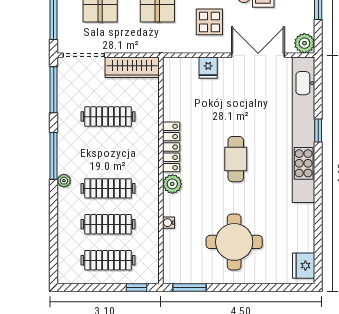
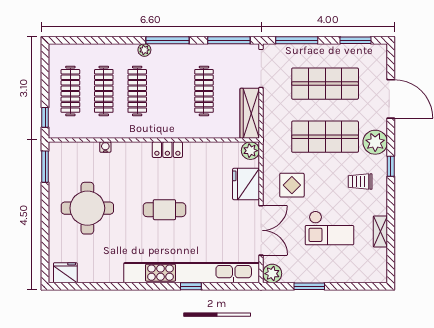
fridge: (208, 68) -> (246, 184), width x1.88, depth x1.34
locker: (171, 147) -> (167, 150), width x0.66
plant: (172, 184) -> (250, 151), moved

